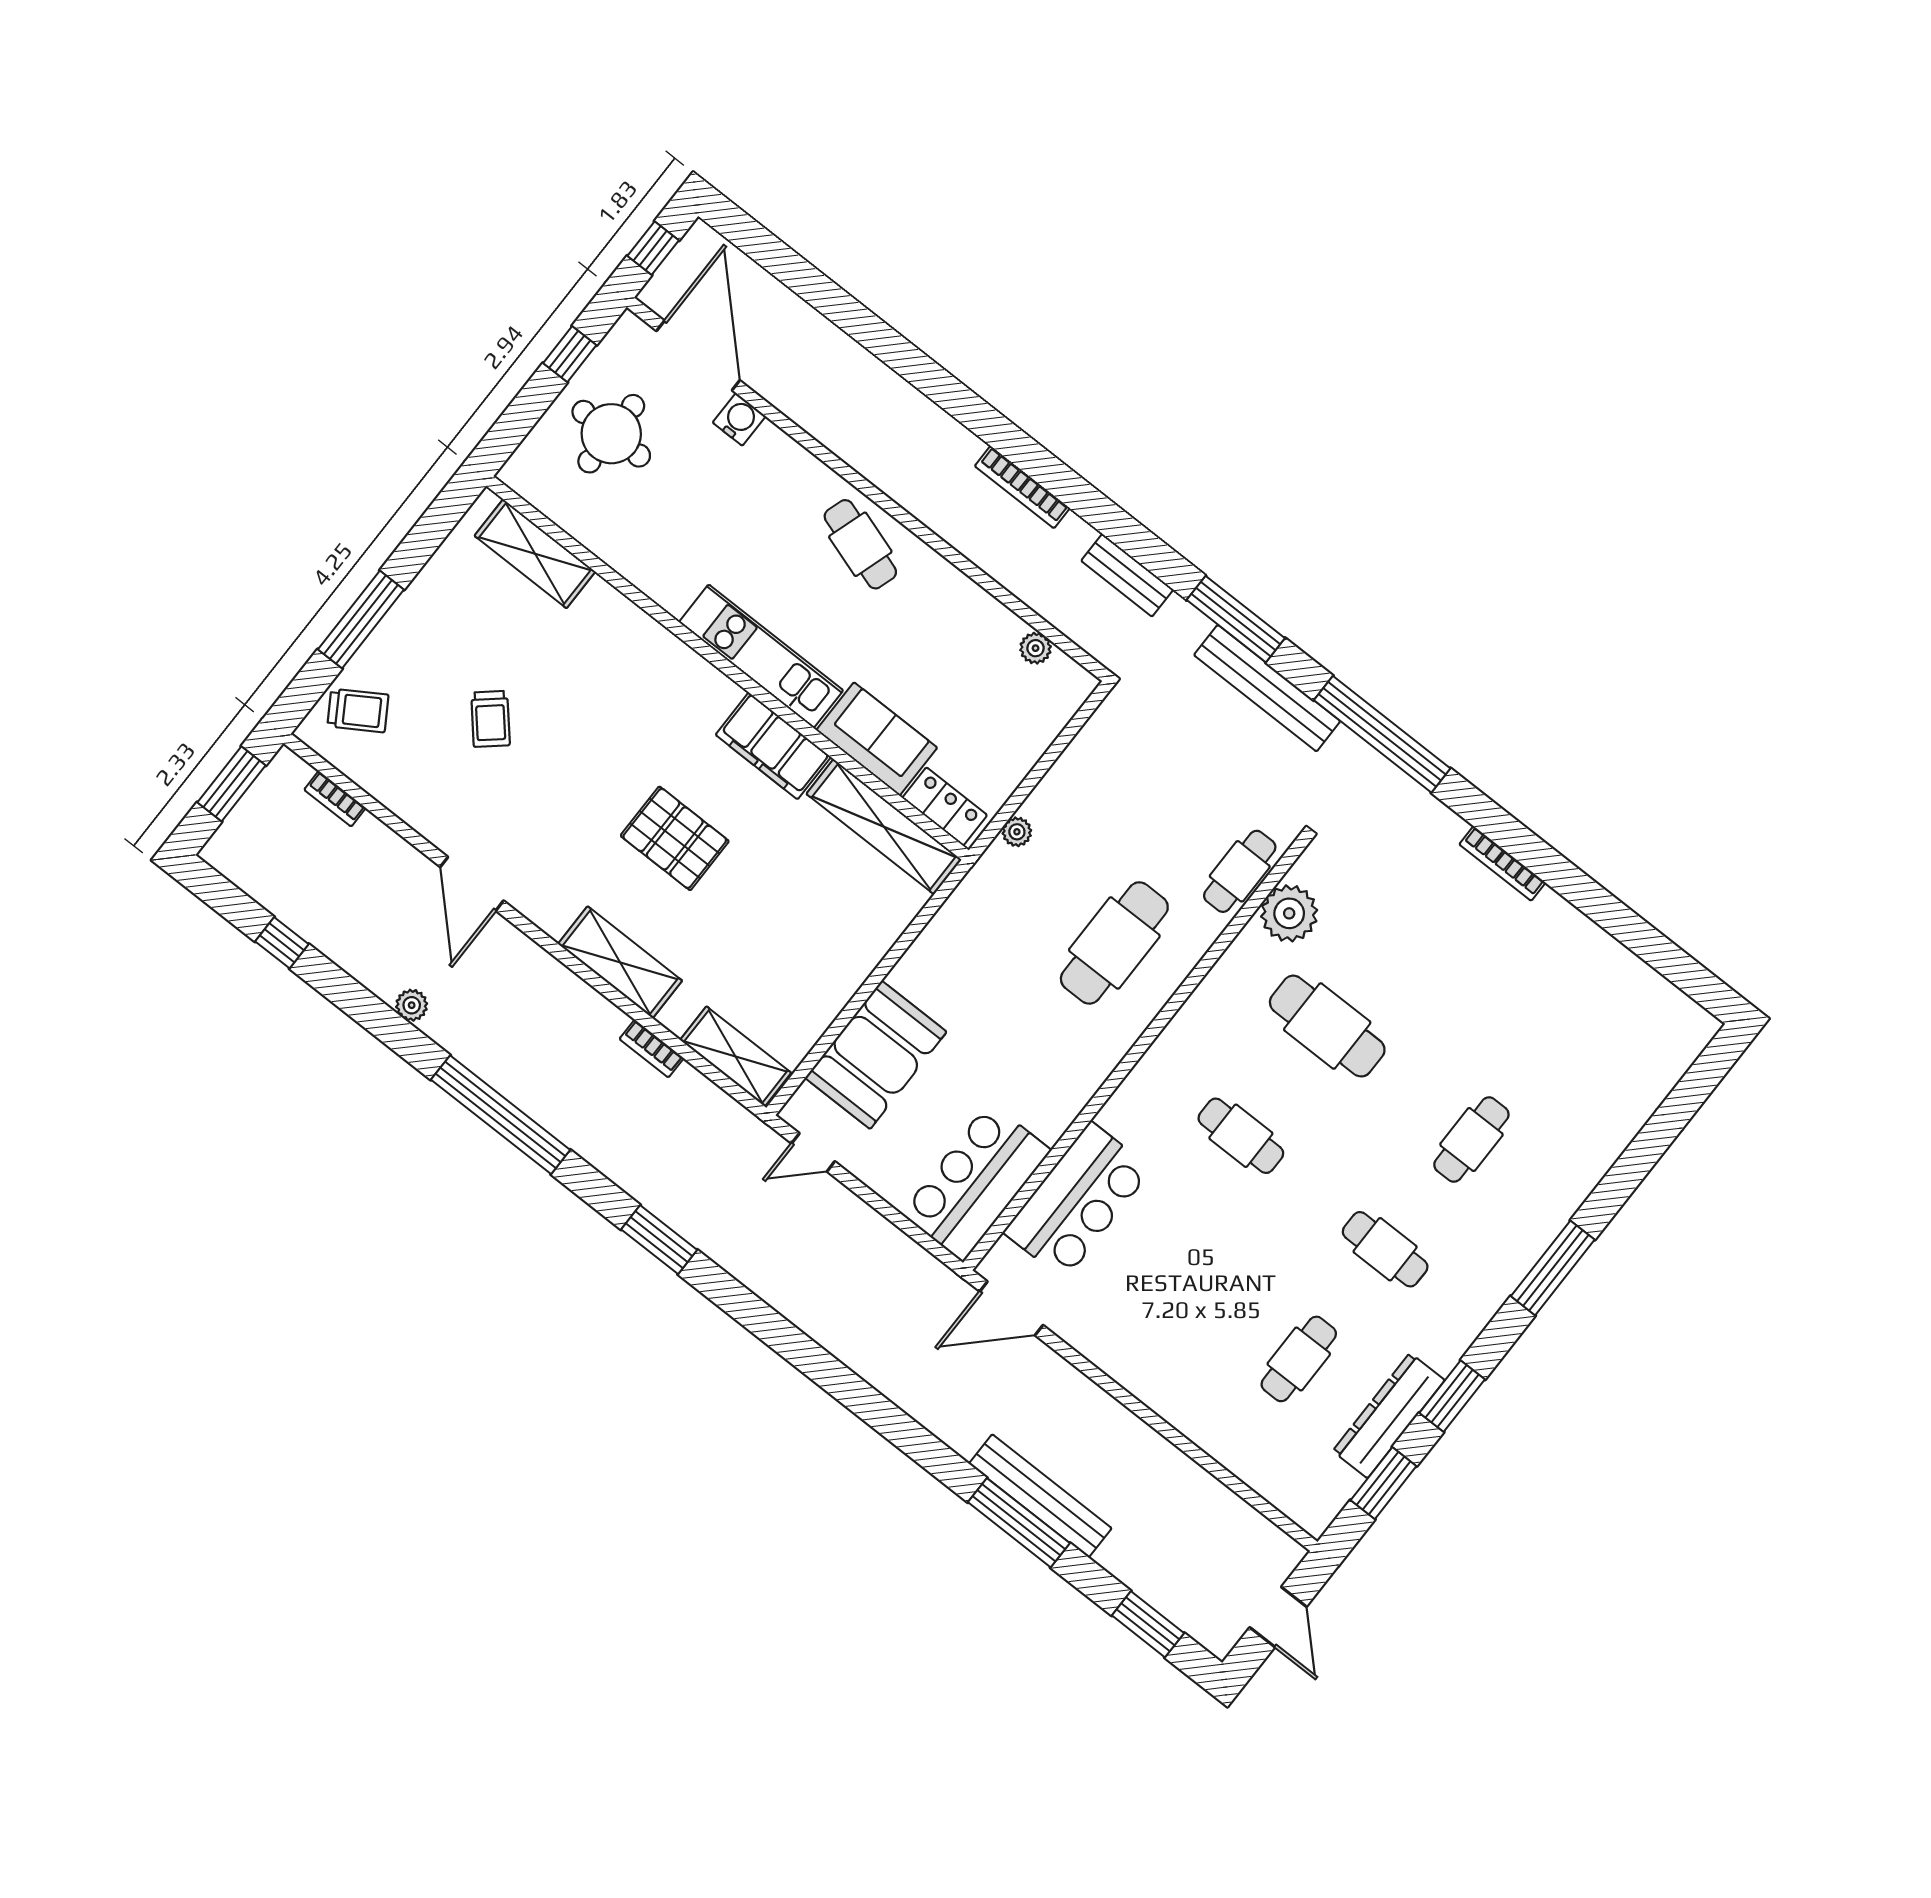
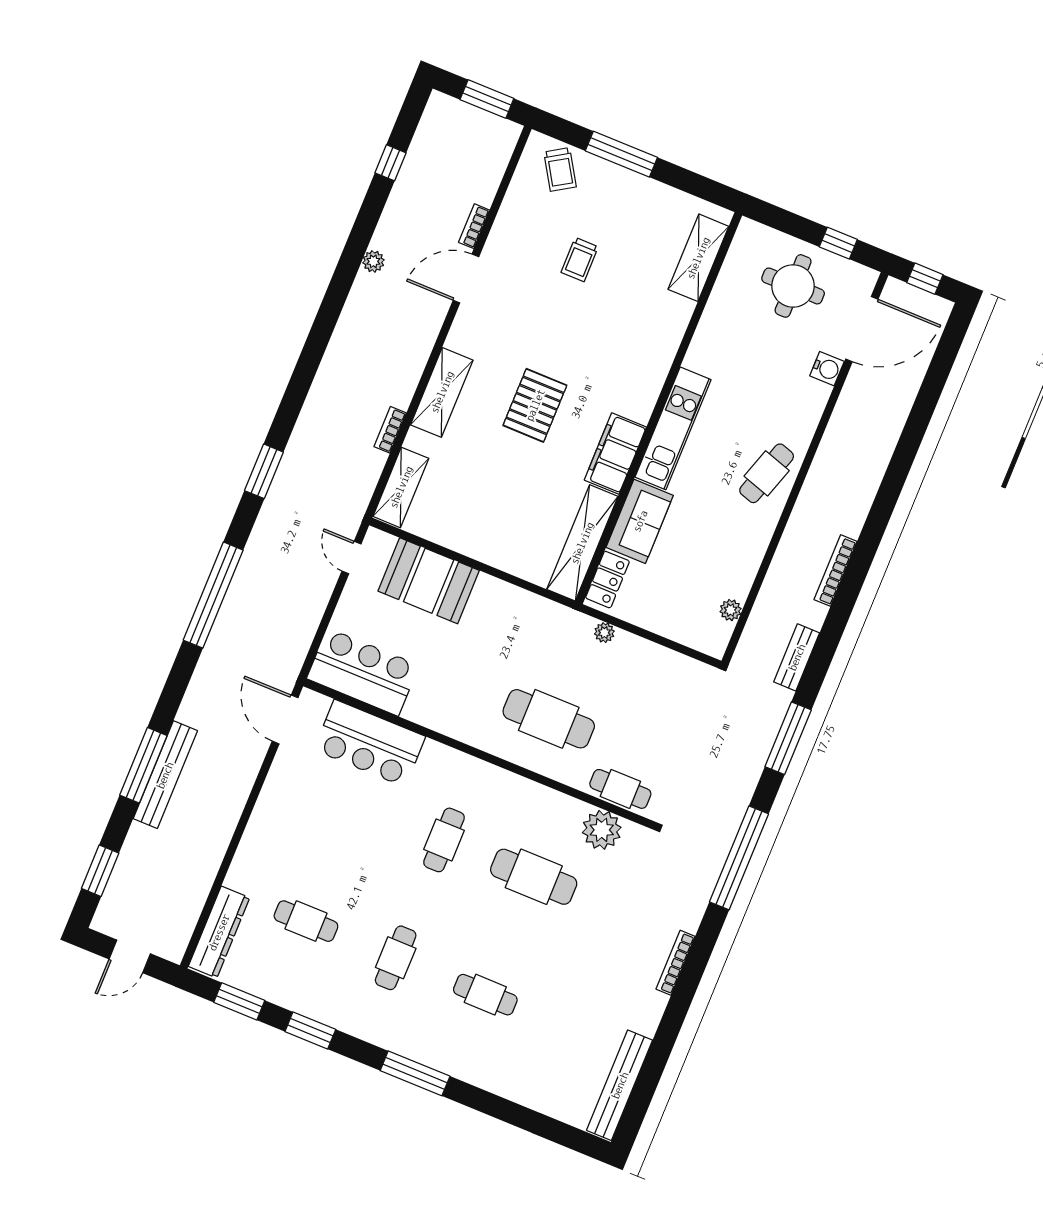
bench: (1267, 688) -> (620, 1085), moved
trolley: (490, 719) -> (580, 260), turned -49
bookcase: (335, 799) -> (474, 226), moved
cafe table: (1327, 1026) -> (534, 877), turned 90
window: (501, 1115) -> (213, 595), moved
dresser: (1389, 1416) -> (219, 932), moved, turned 90

